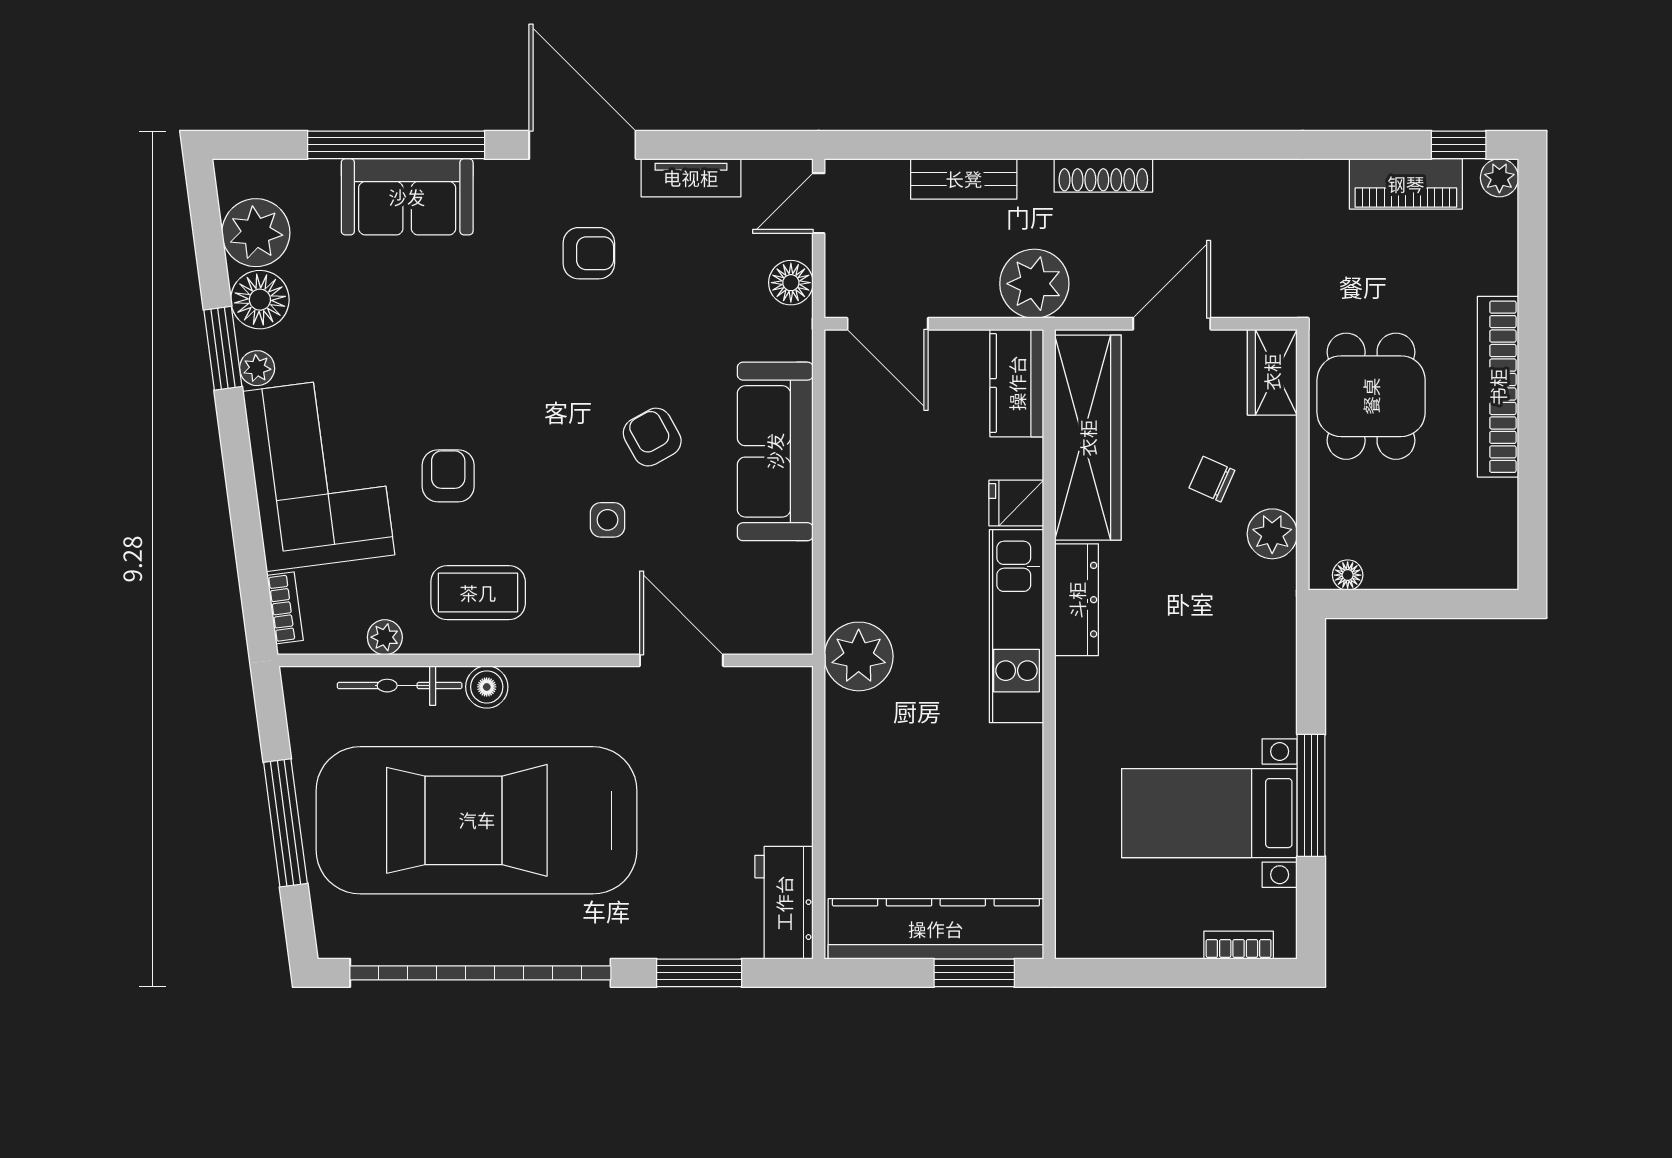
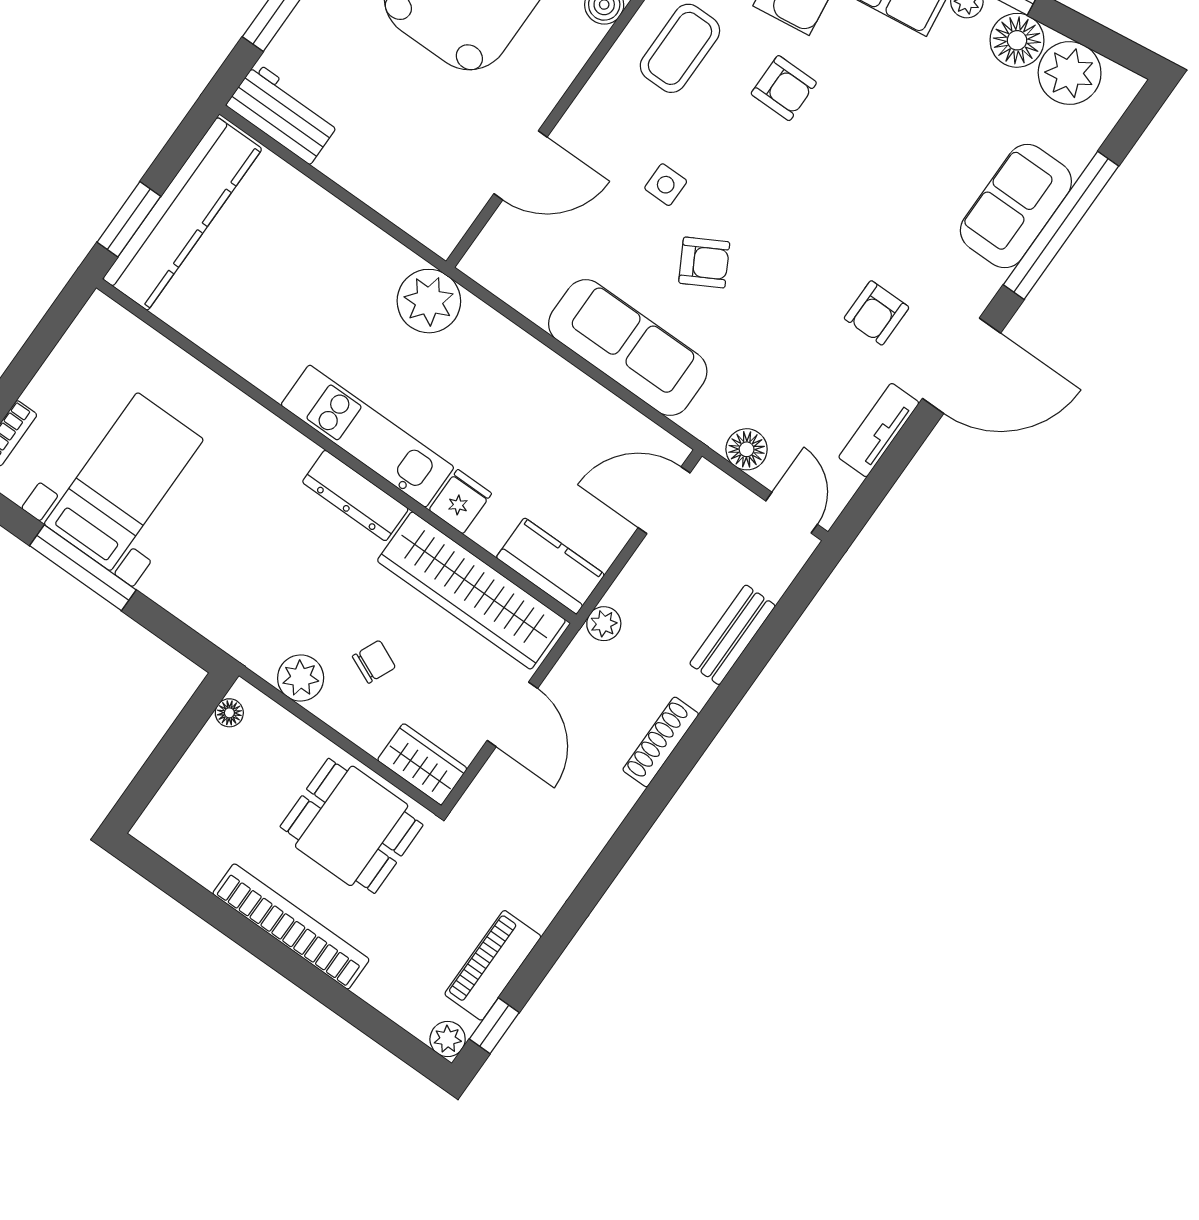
plant: (1034, 284) -> (604, 624), width x0.53, depth x0.53

